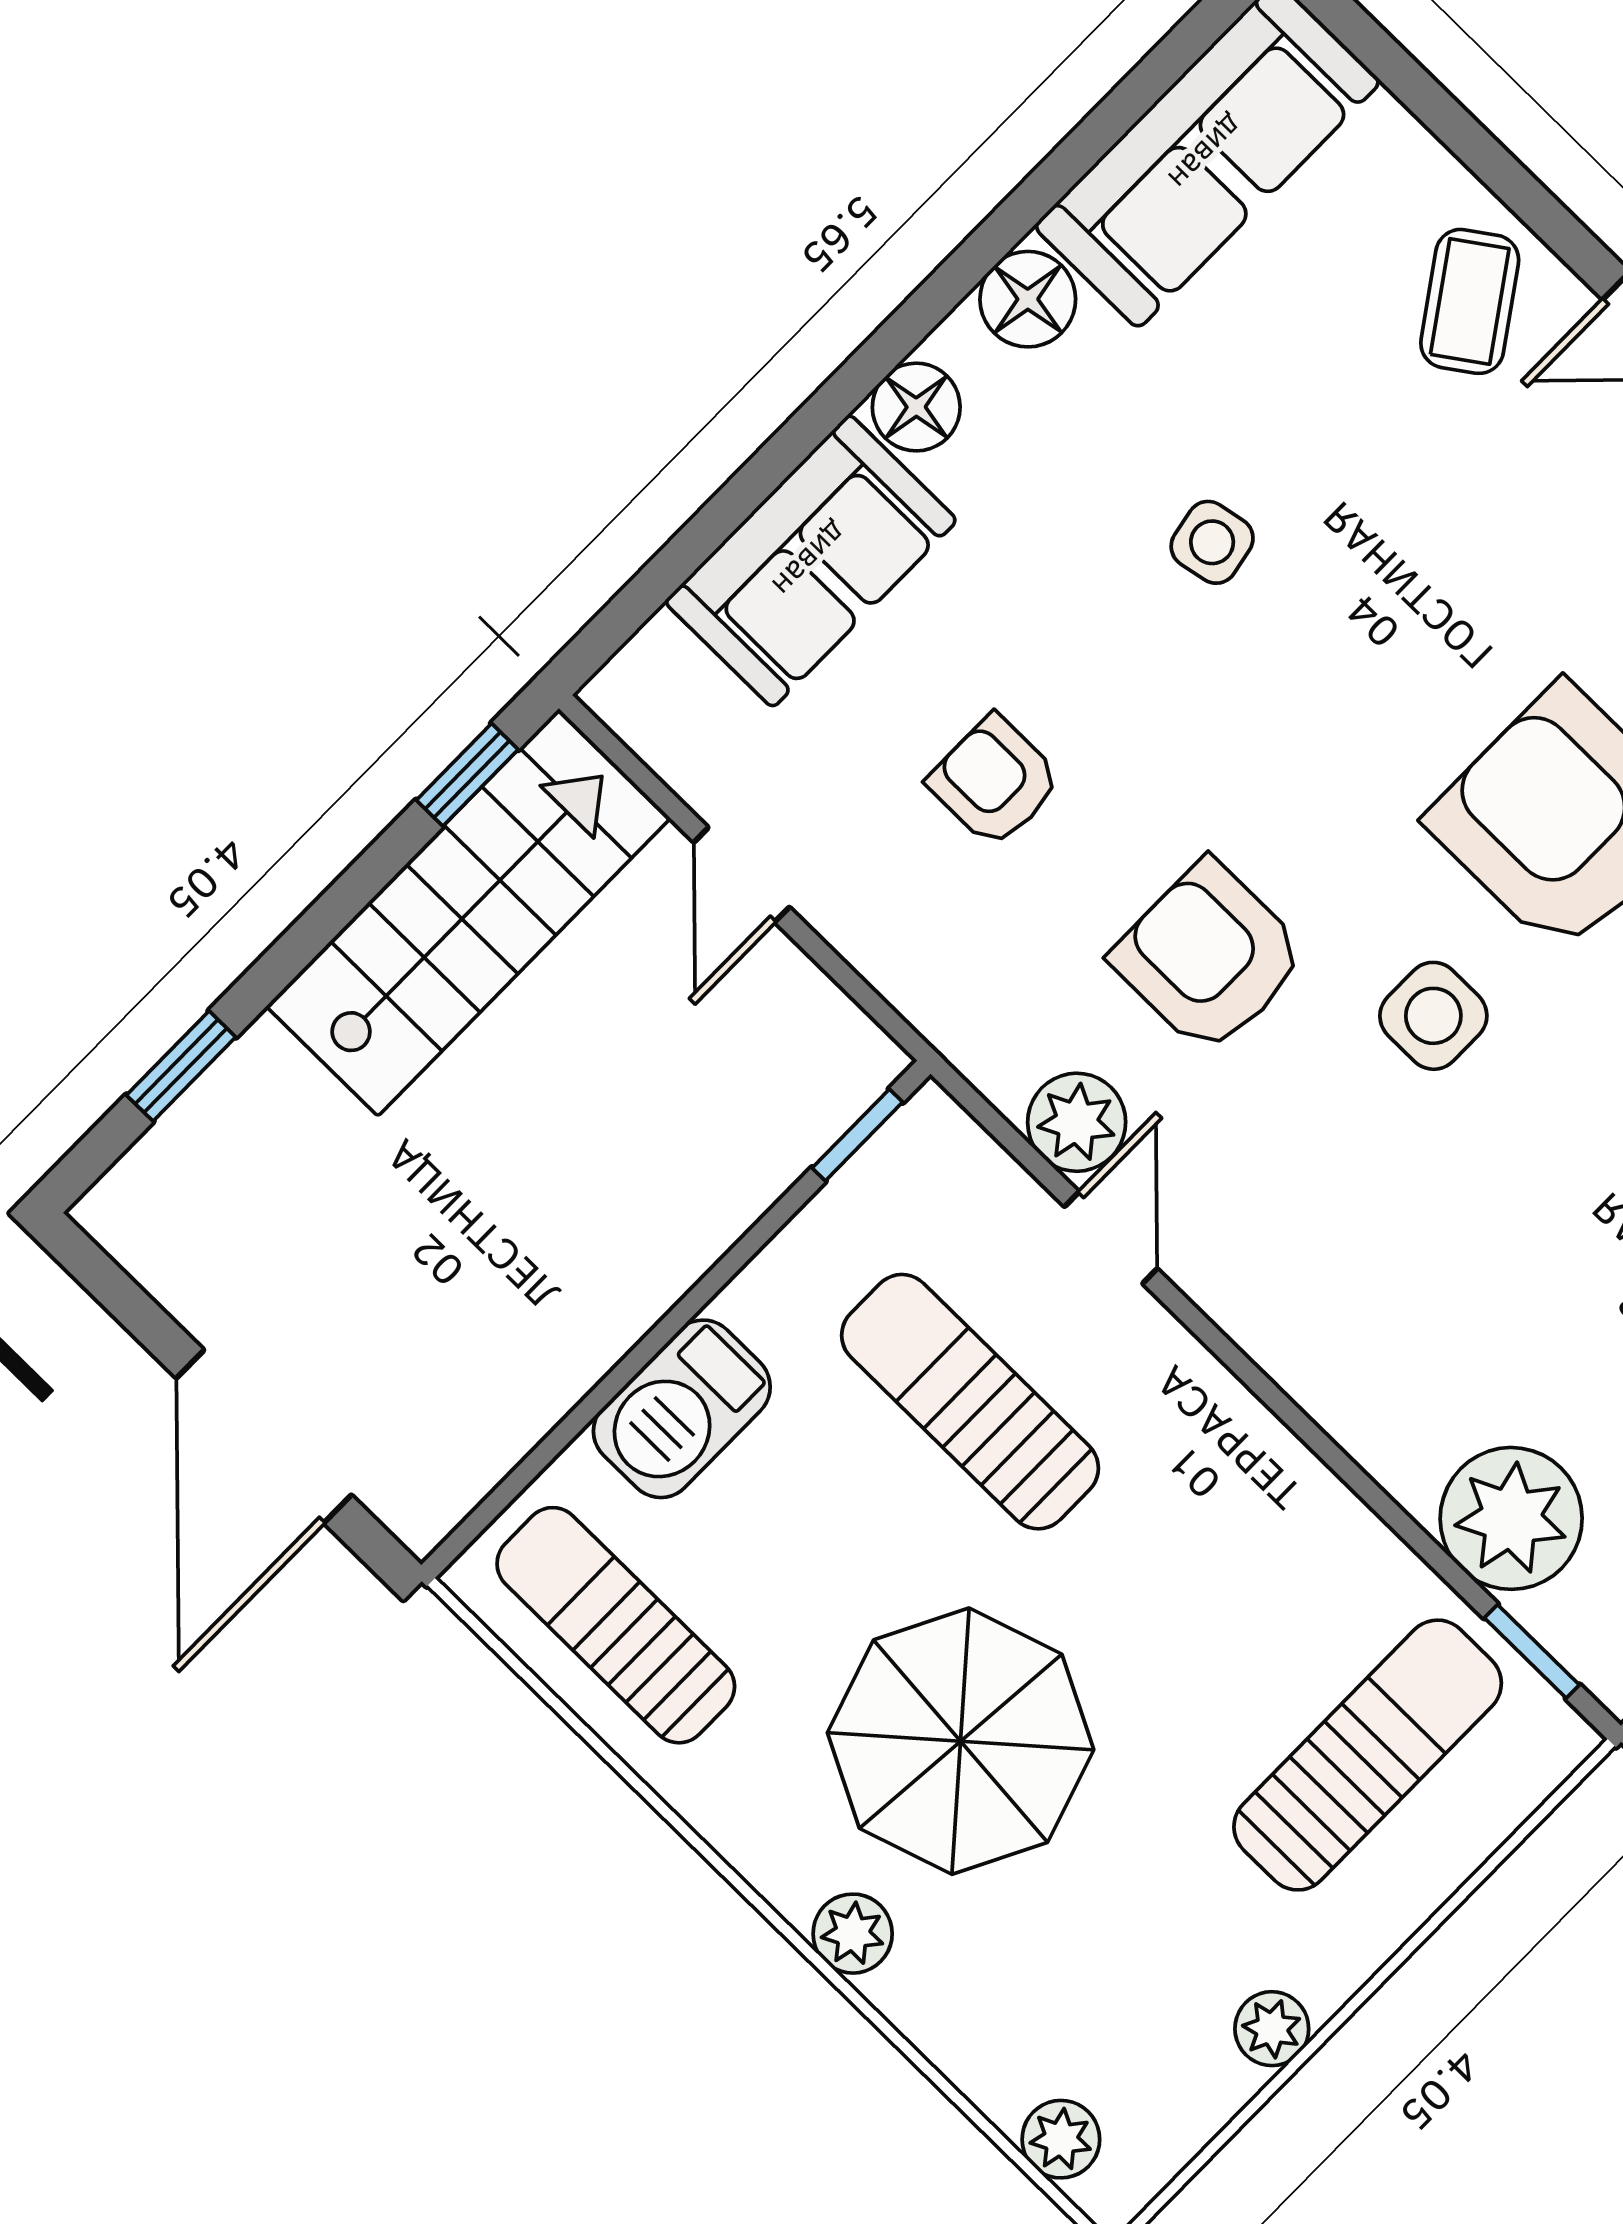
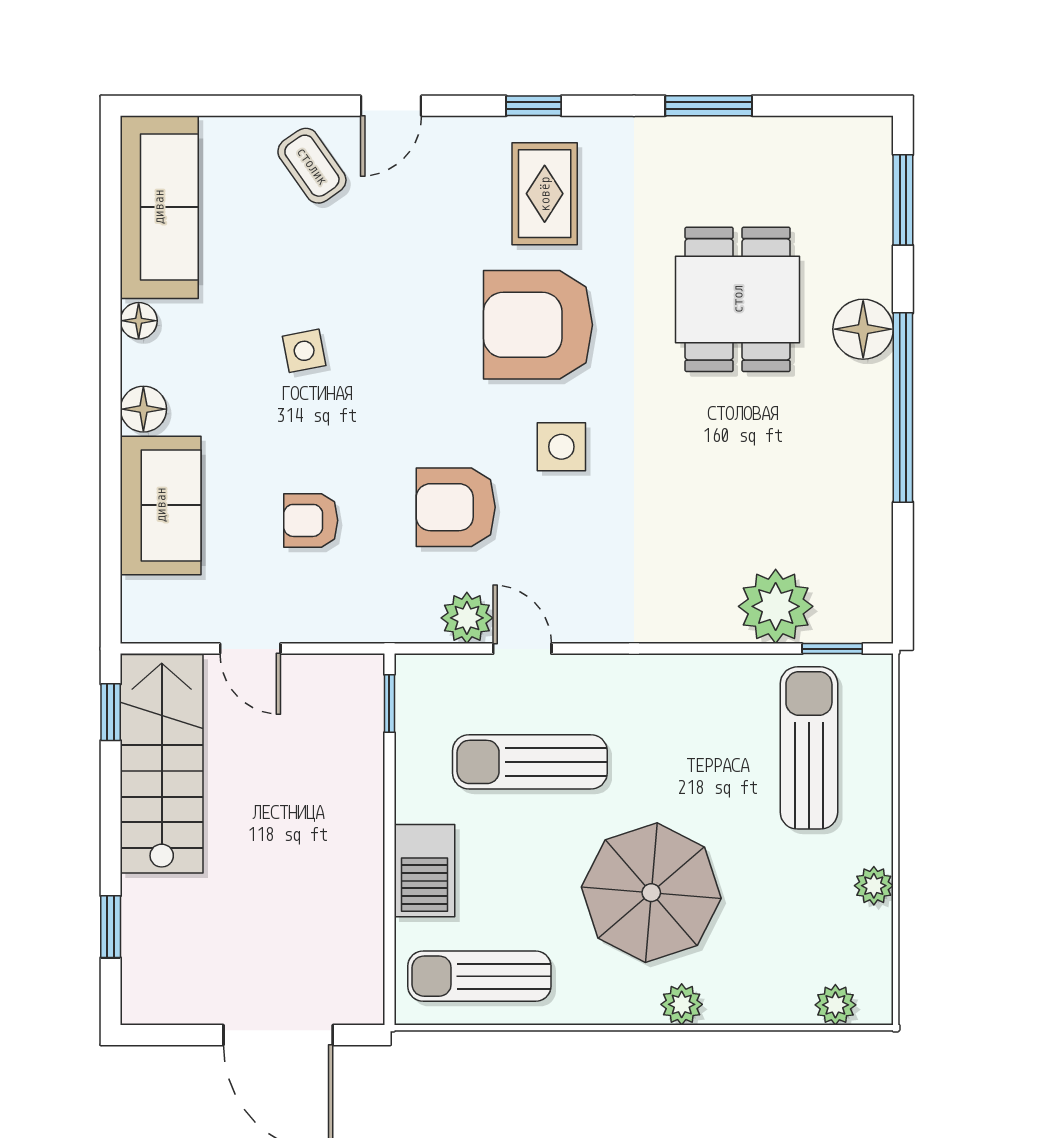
floor lamp: (1028, 299) -> (139, 321), width x0.73, depth x0.73

